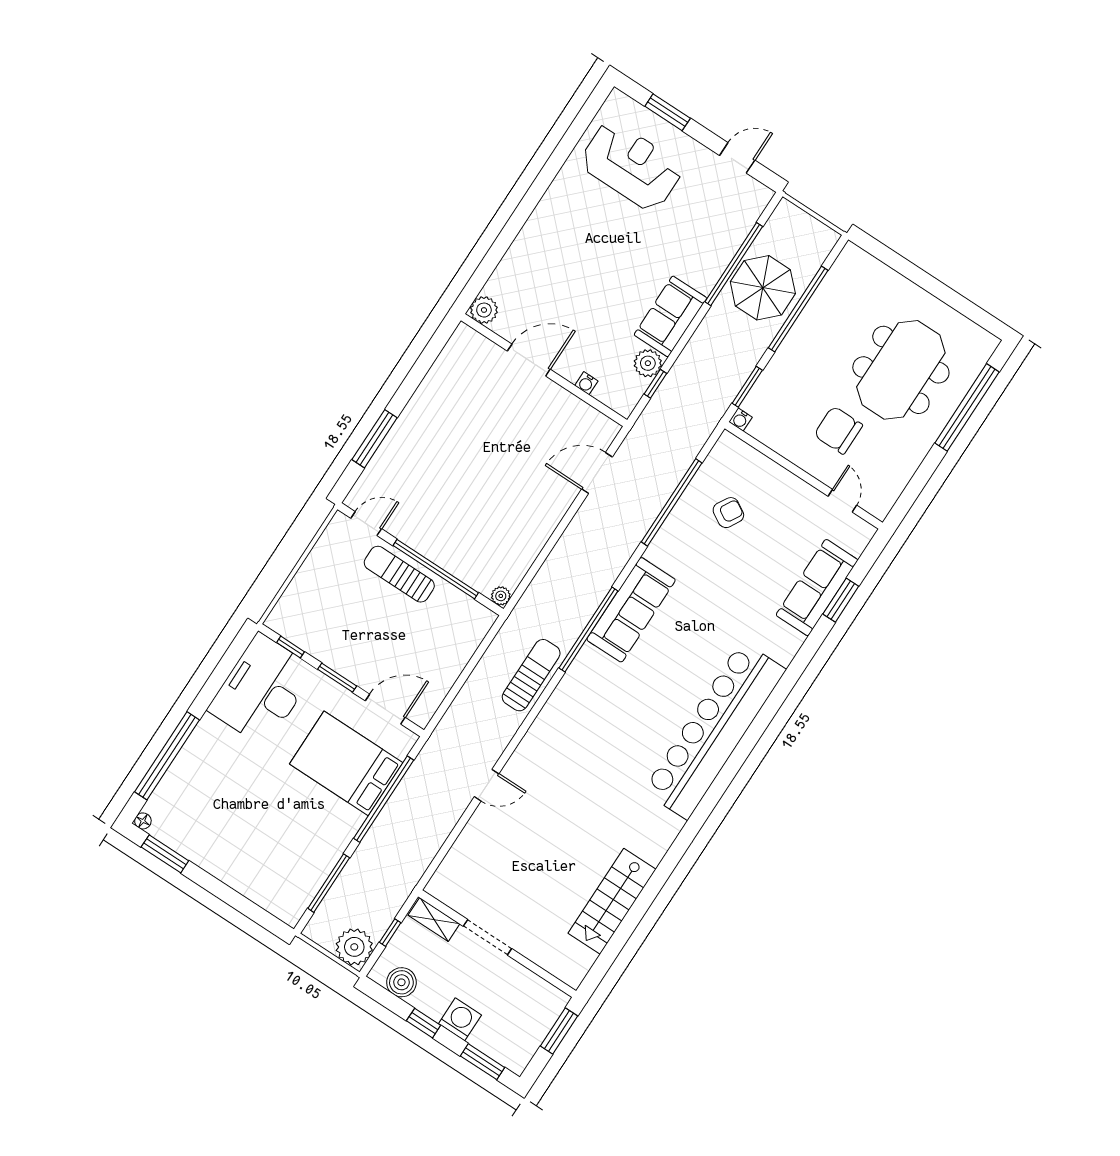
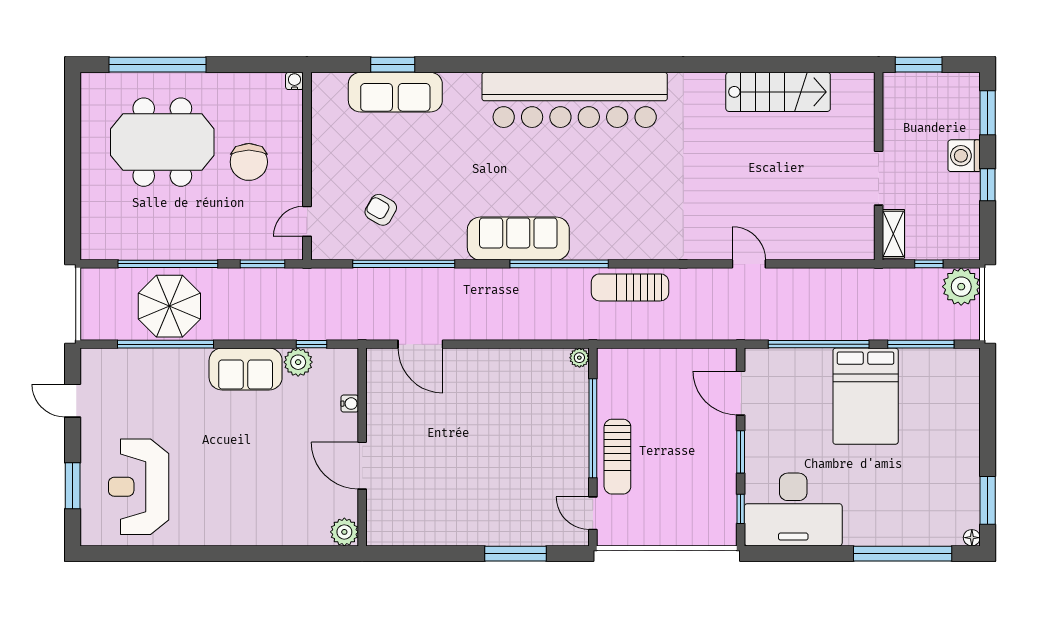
water cooler: (740, 420) -> (294, 81), moved, turned -90
door: (842, 501) -> (307, 221), moved
bed: (346, 763) -> (866, 396), moved
boiler: (401, 982) -> (965, 226), removed

